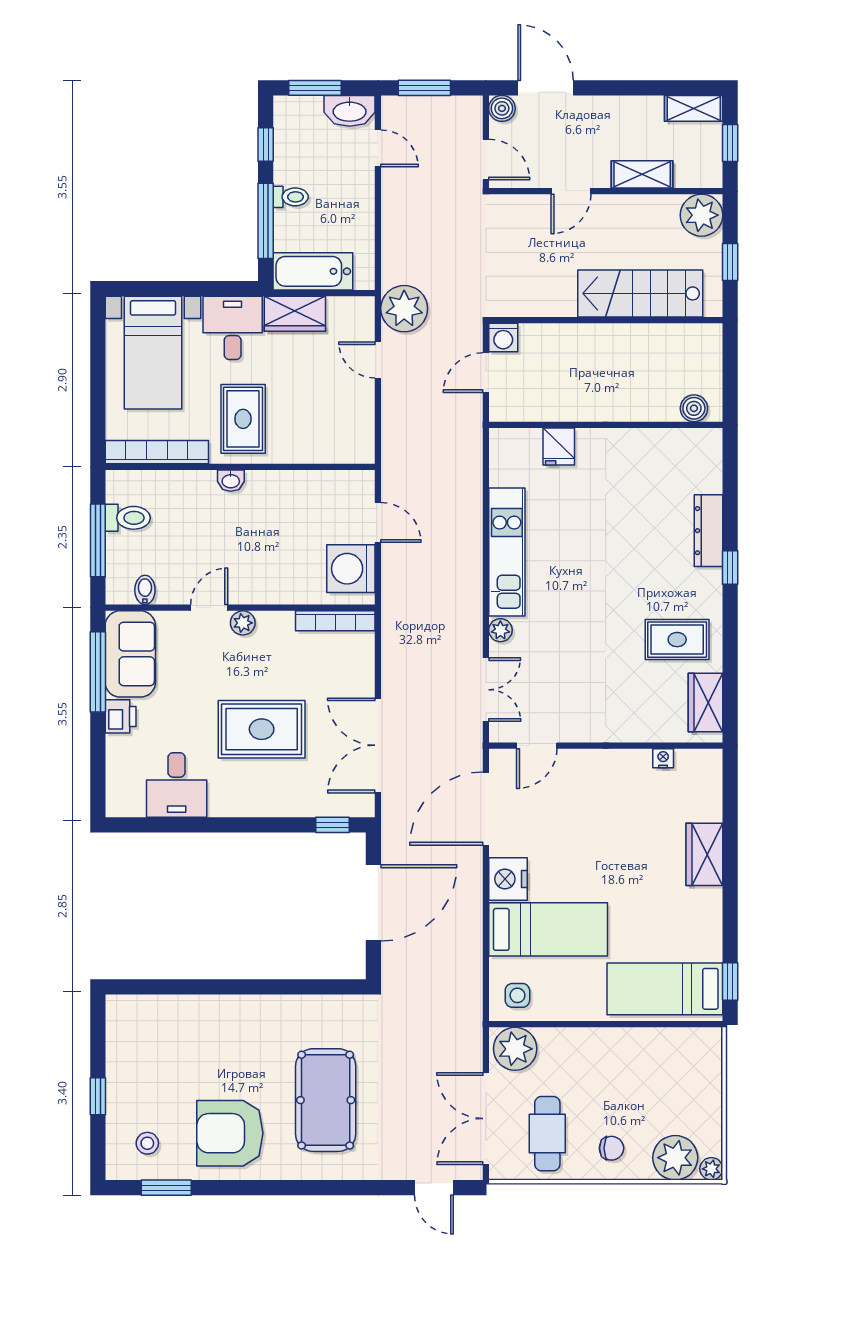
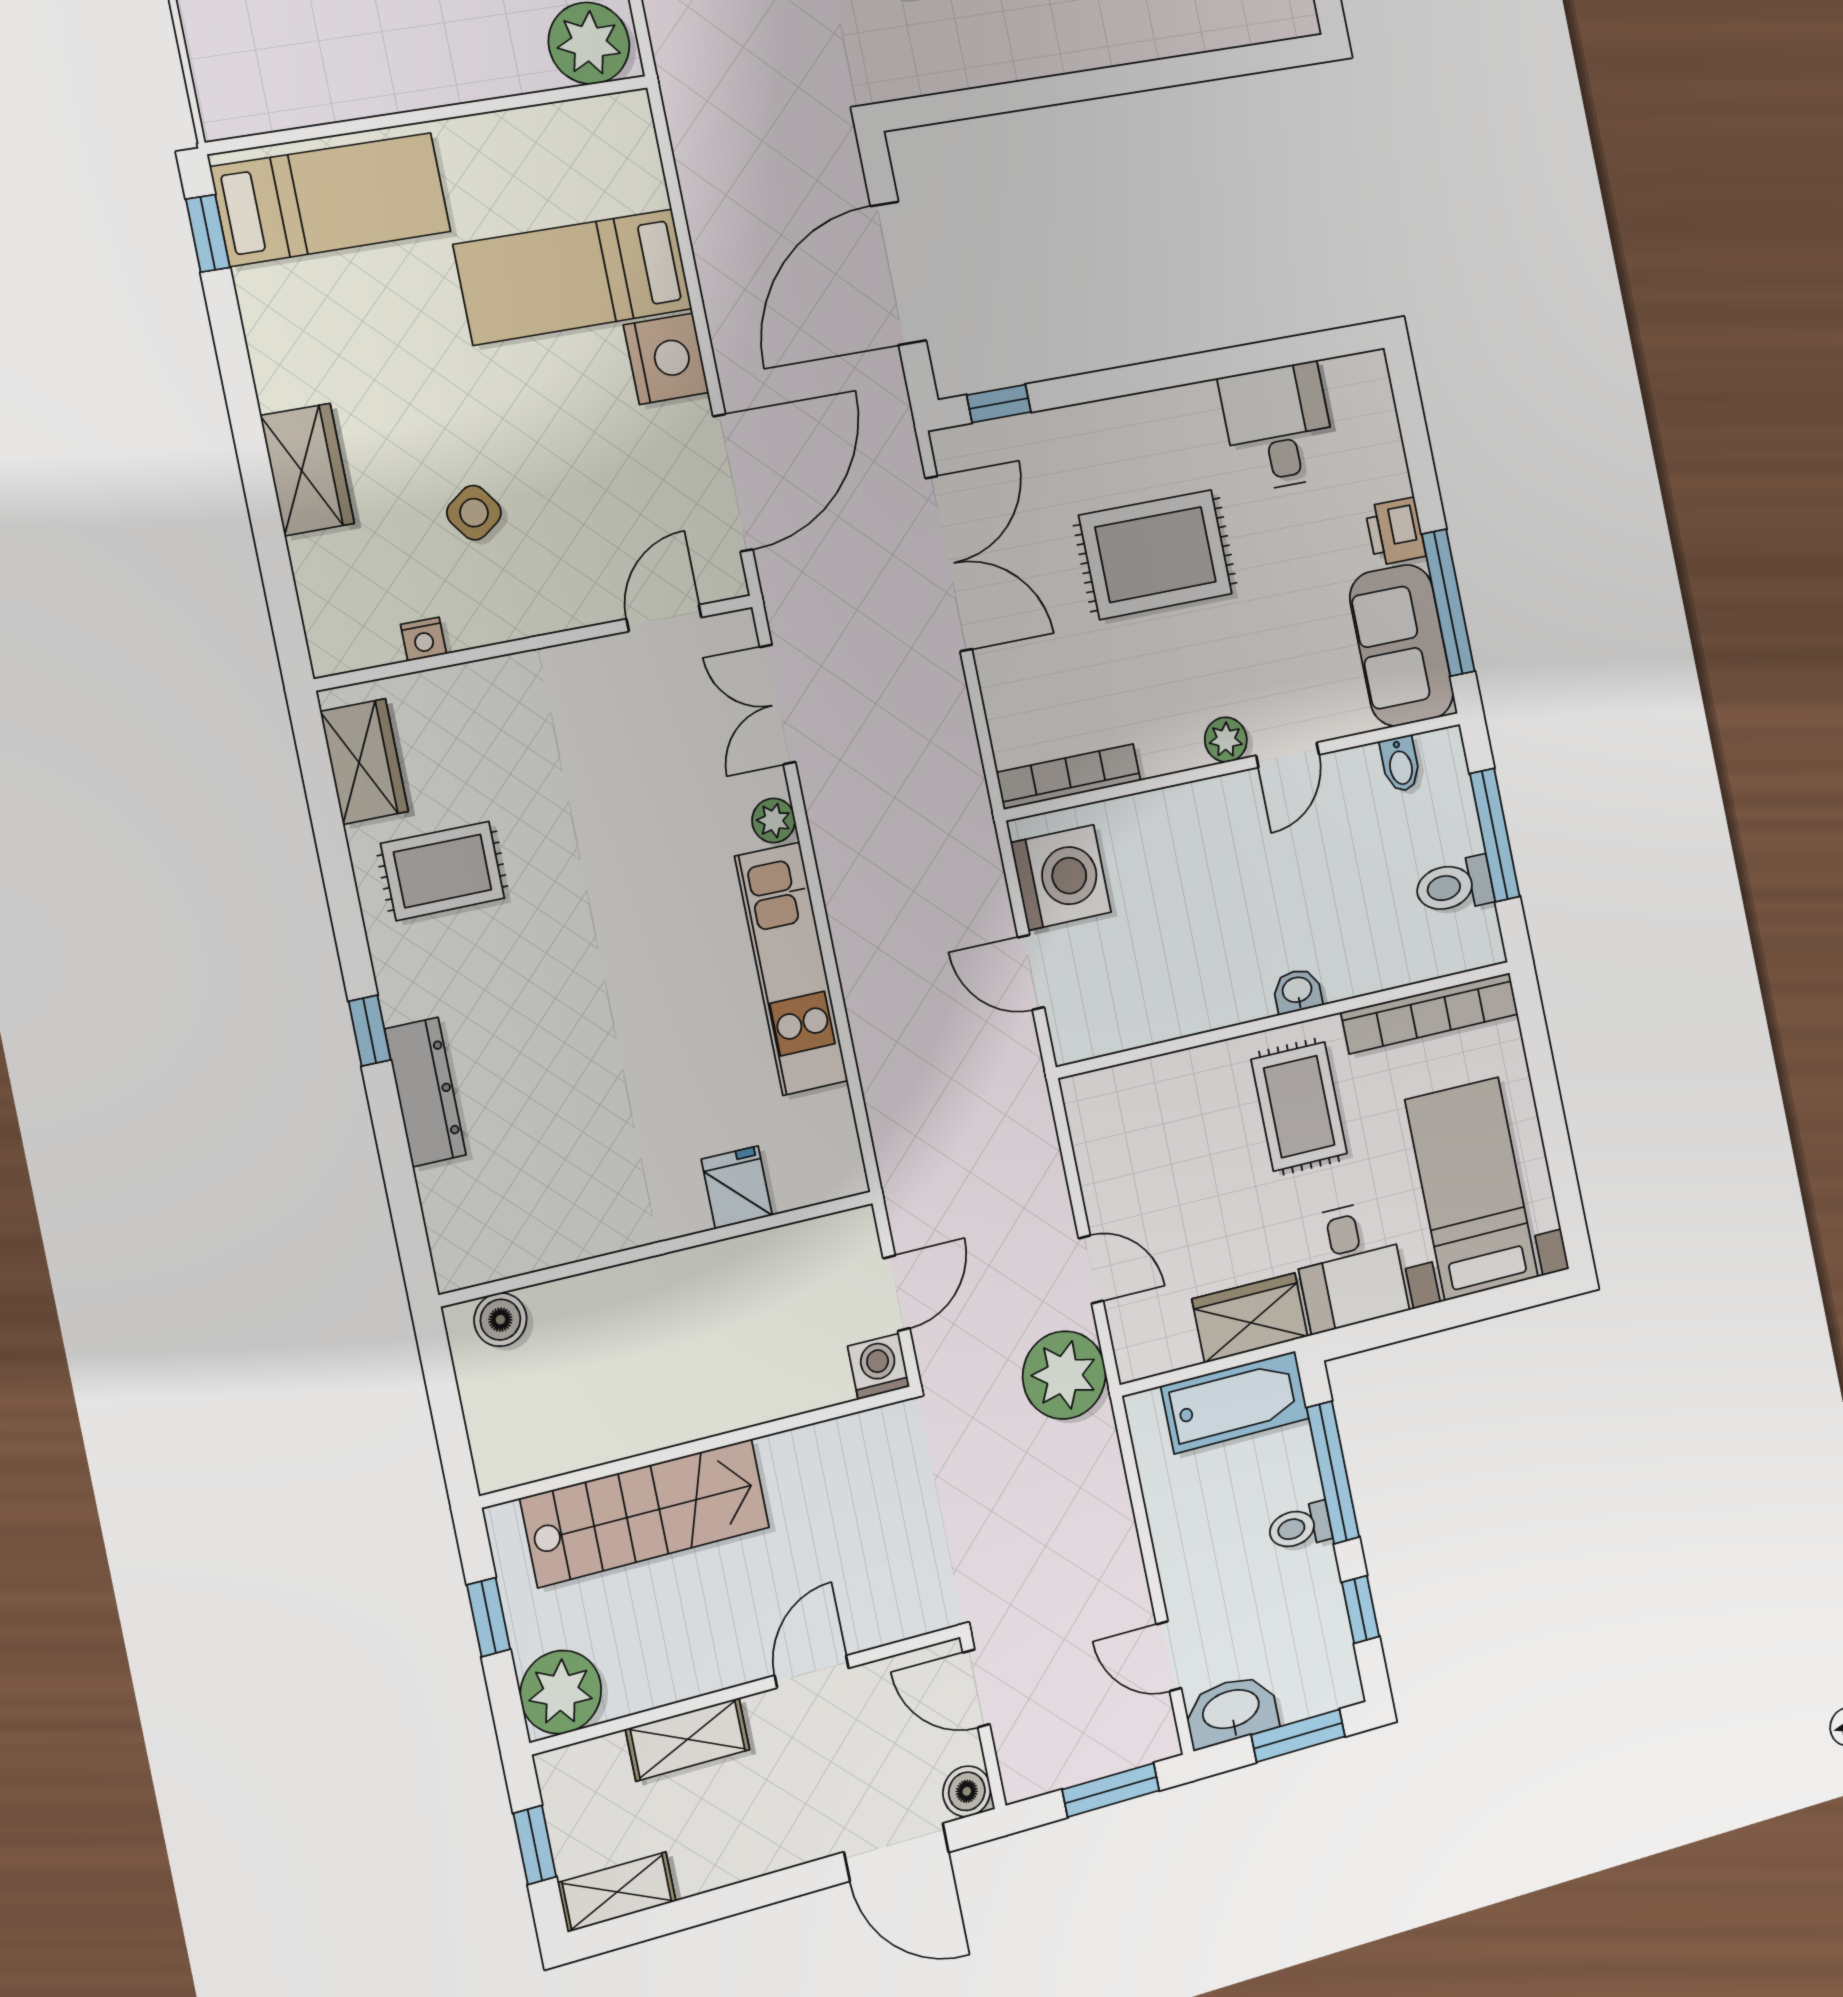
side table: (517, 995) -> (474, 513), moved, turned -36

